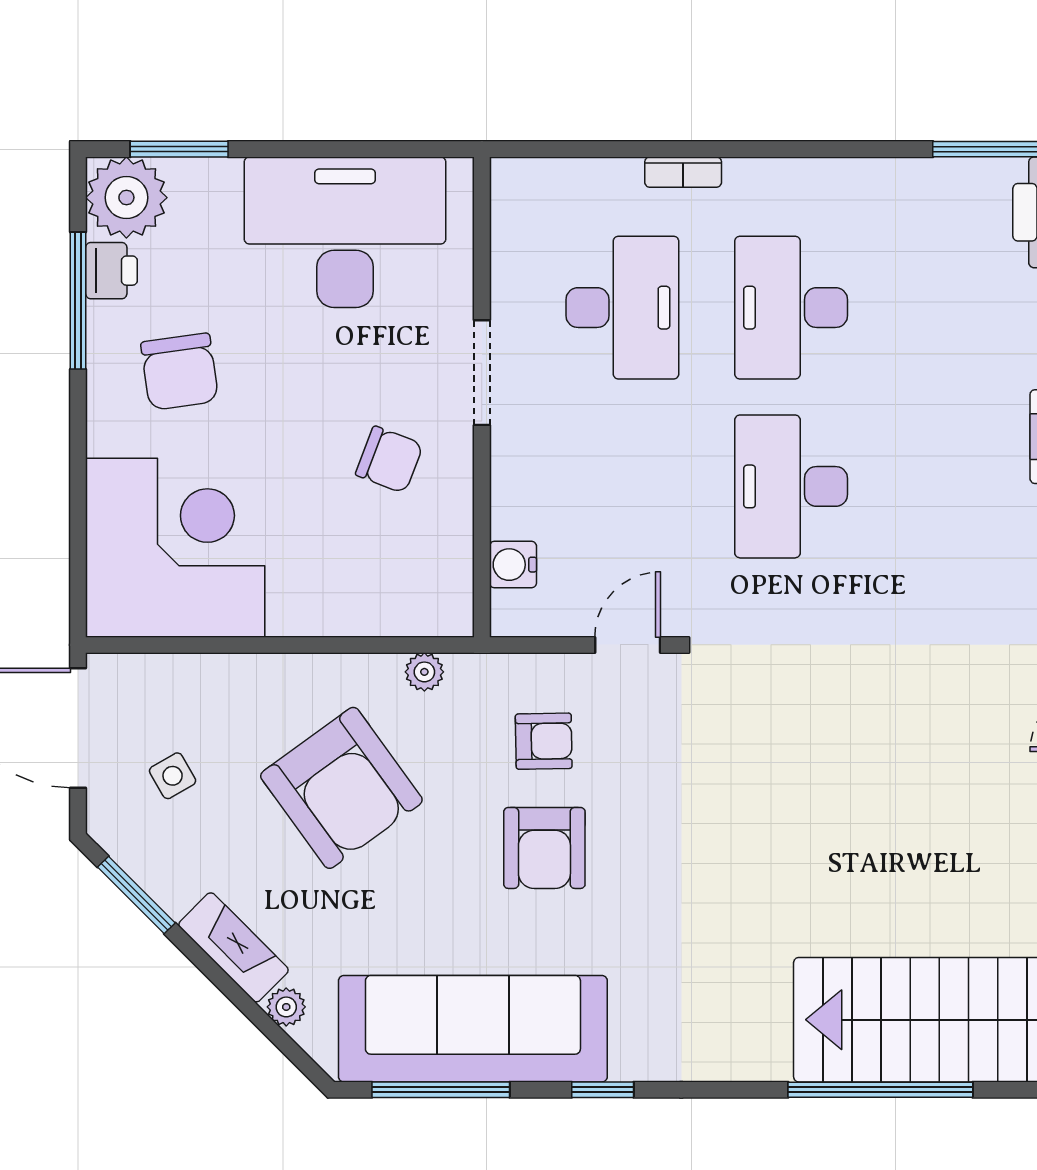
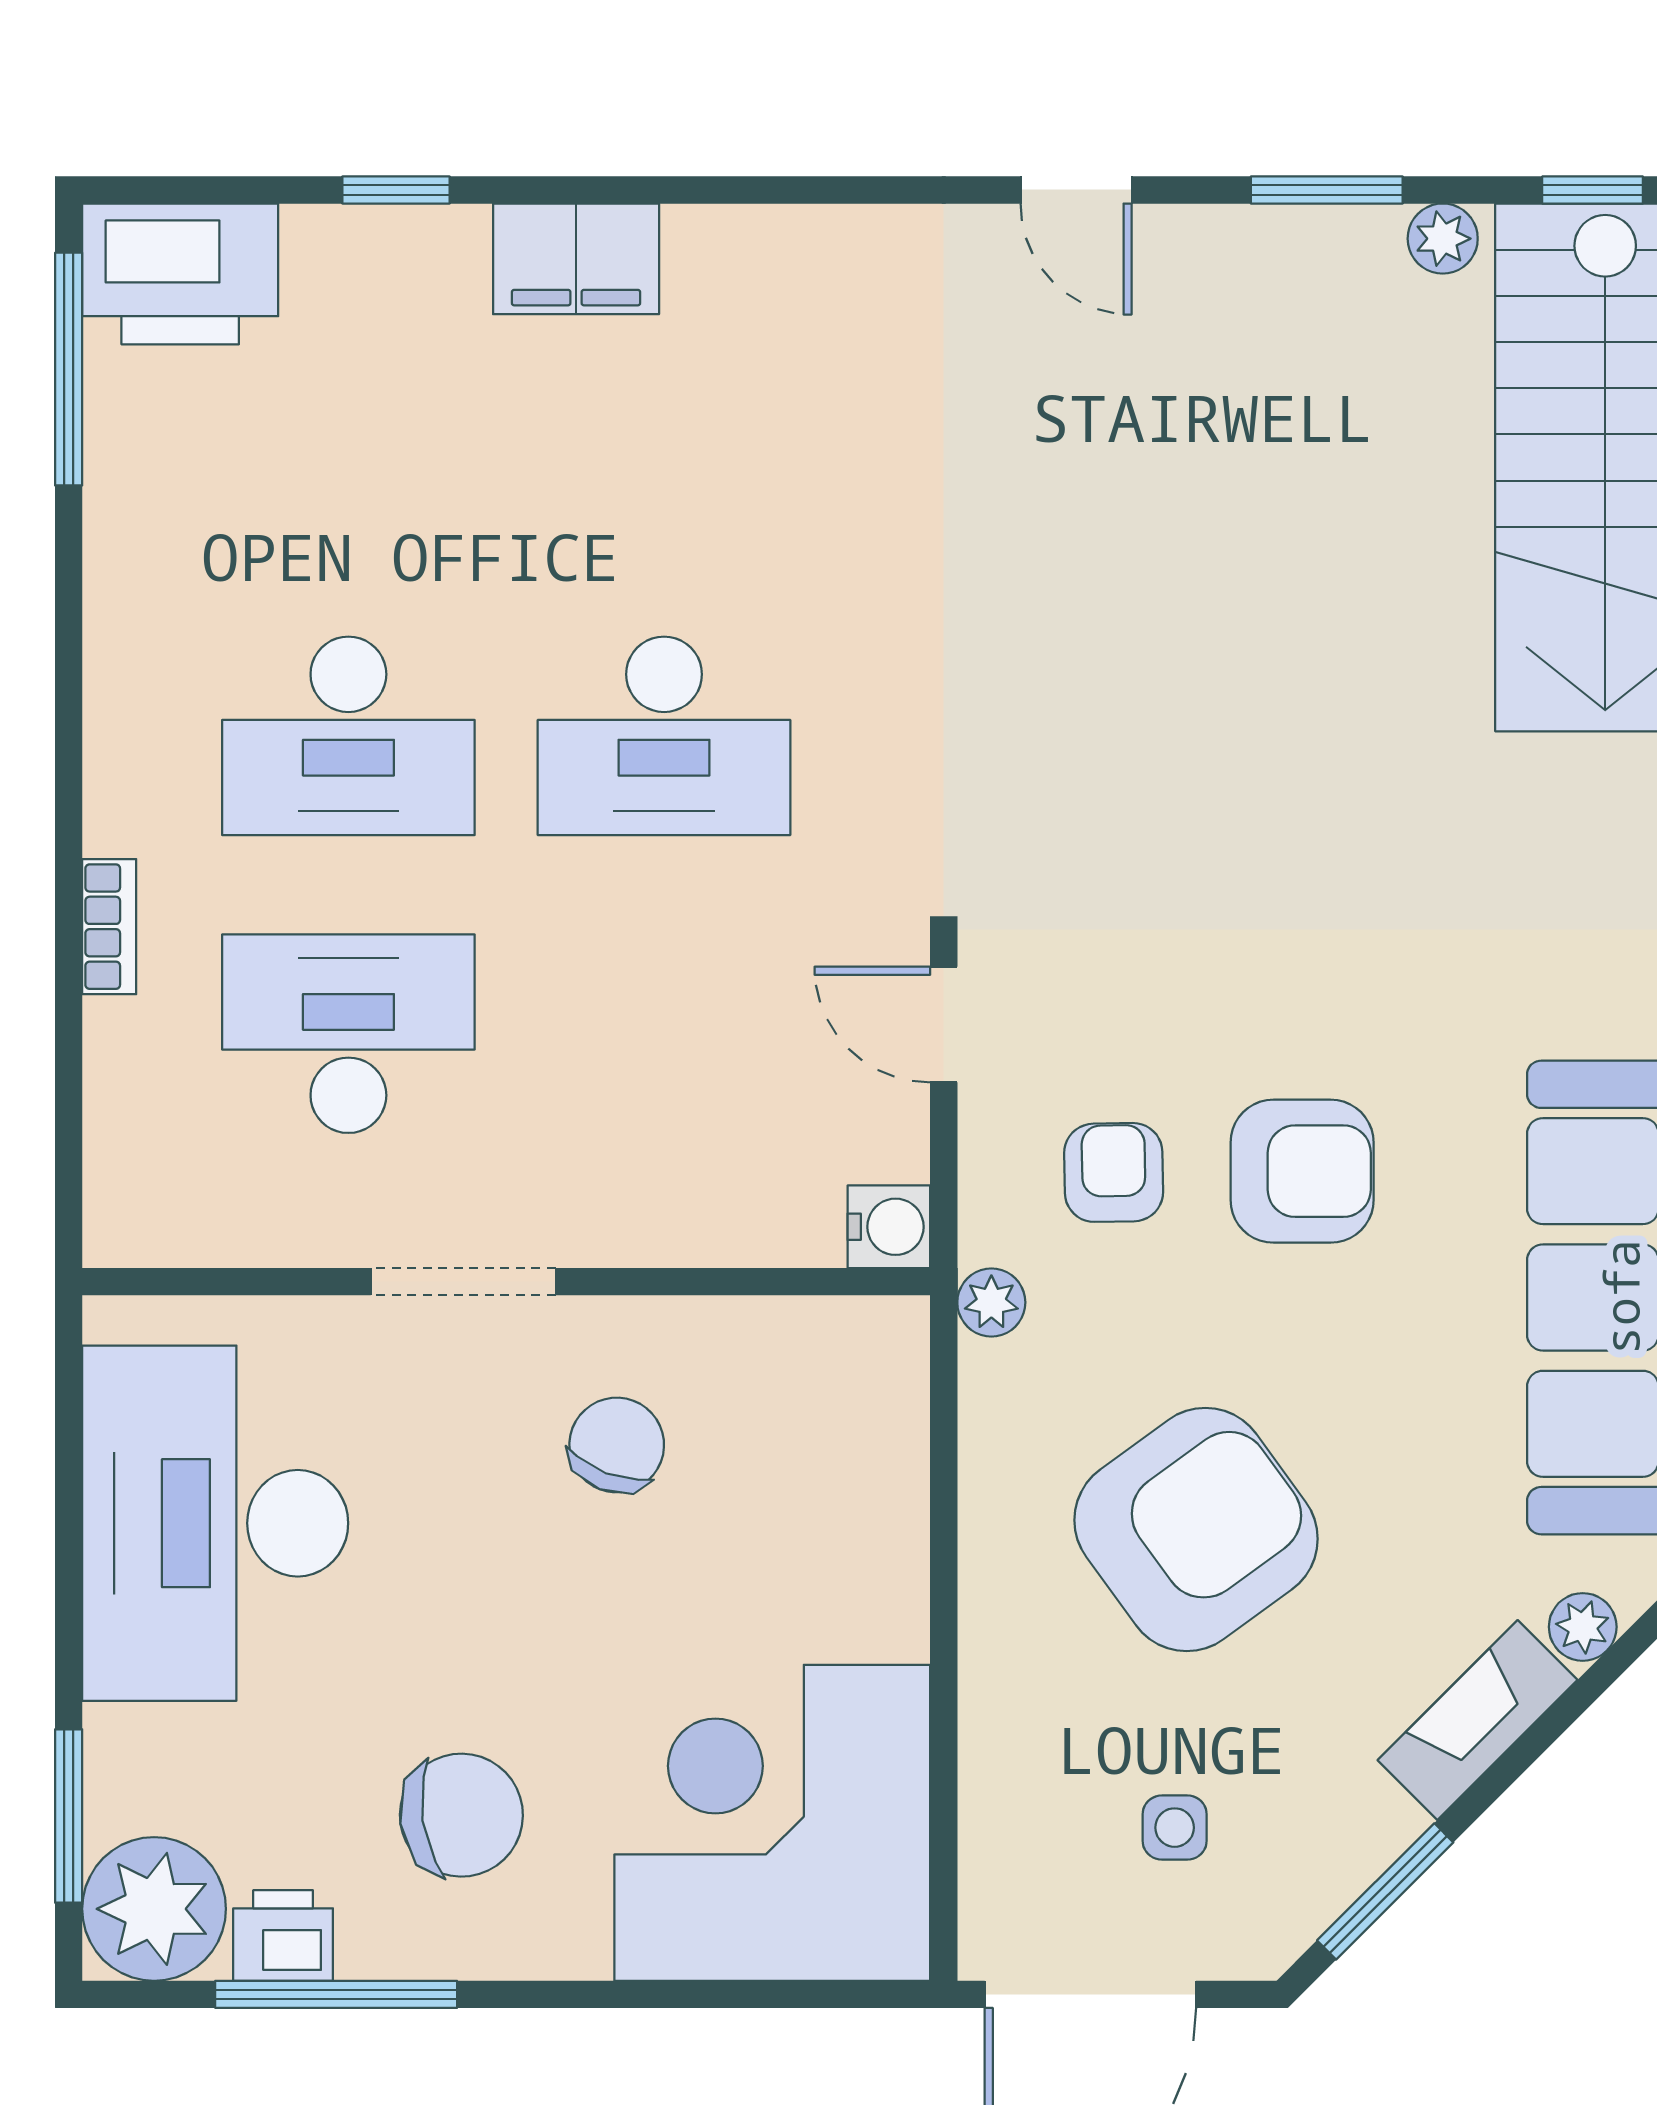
water cooler: (513, 565) -> (889, 1227), moved, turned -90
plant: (424, 672) -> (991, 1302), moved
side table: (173, 776) -> (1175, 1828), turned 30

